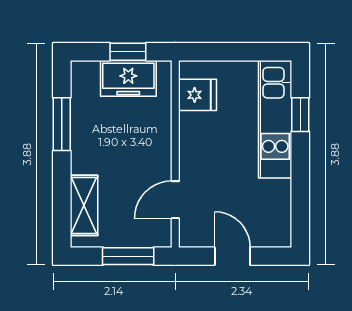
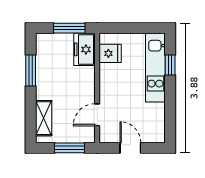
window: (128, 52) -> (69, 28), width x1.50
freezer: (128, 78) -> (84, 49), moved, turned 90

